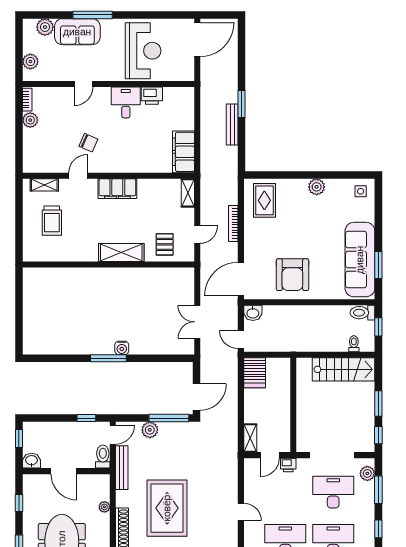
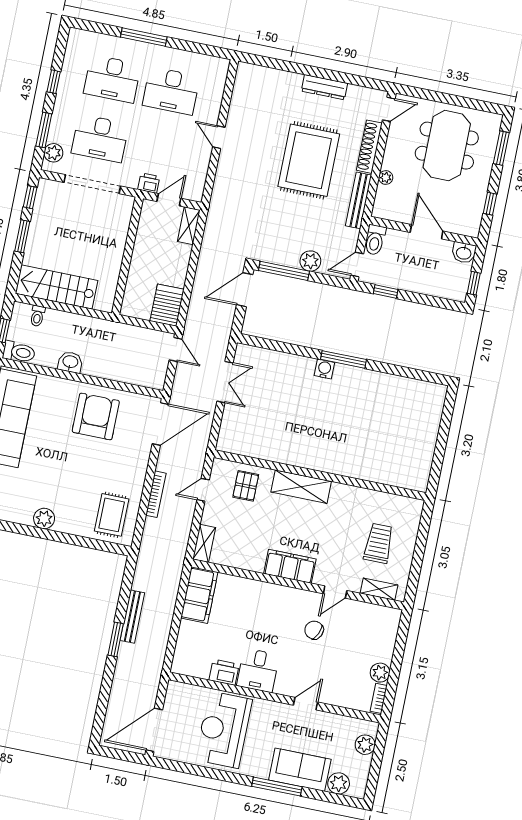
washbasin: (253, 313) -> (70, 362), moved
bench: (122, 468) -> (359, 200), moved

